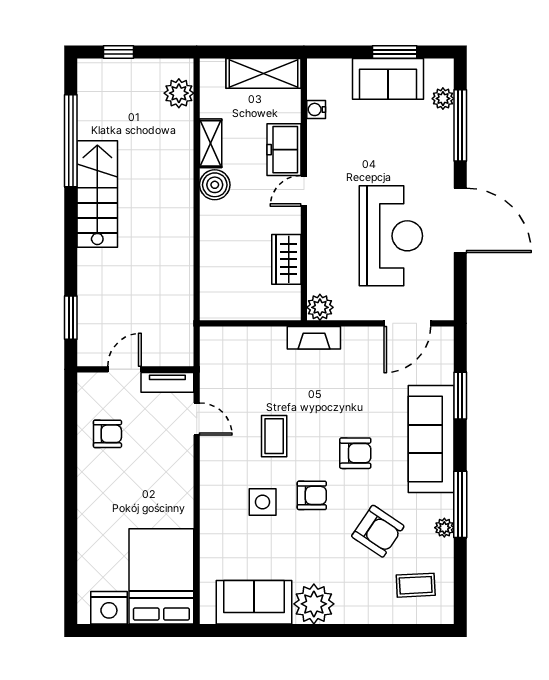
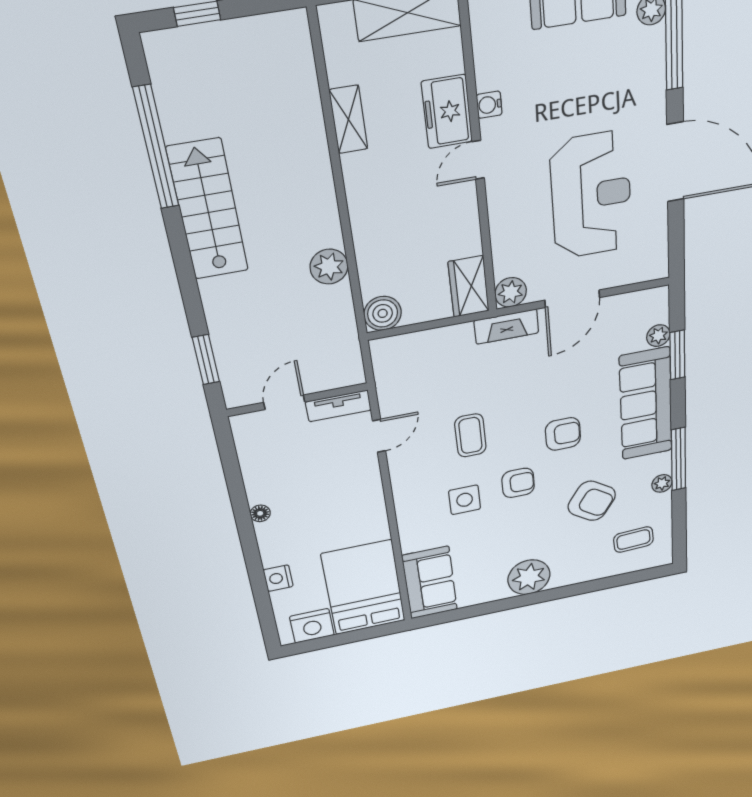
plant: (179, 93) -> (329, 267), moved
water cooler: (316, 109) -> (489, 105), moved
boiler: (215, 185) -> (383, 313), moved
wardrobe: (286, 259) -> (469, 286), moved
door: (407, 323) -> (572, 299), moved
plant: (444, 373) -> (658, 336), added
door: (197, 419) -> (379, 436), hinge flipped
armchair: (107, 434) -> (277, 471), removed
floor lamp: (86, 473) -> (260, 513), added
nightstand: (89, 546) -> (278, 578), added
sofa: (254, 602) -> (430, 583), moved, turned 90

